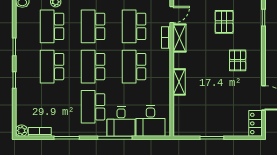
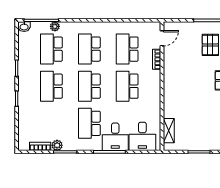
shelving: (179, 38) -> (169, 60), removed
shelving: (179, 82) -> (169, 131), moved
plant: (21, 131) -> (57, 145), moved

